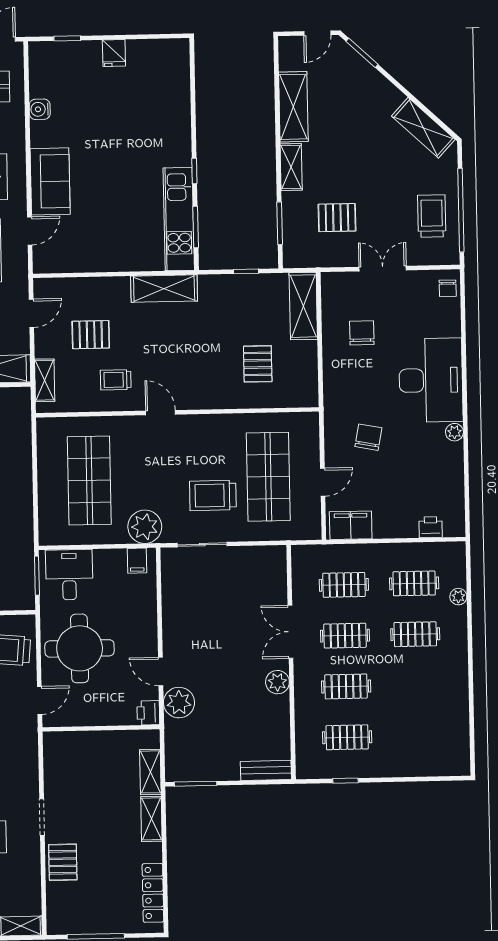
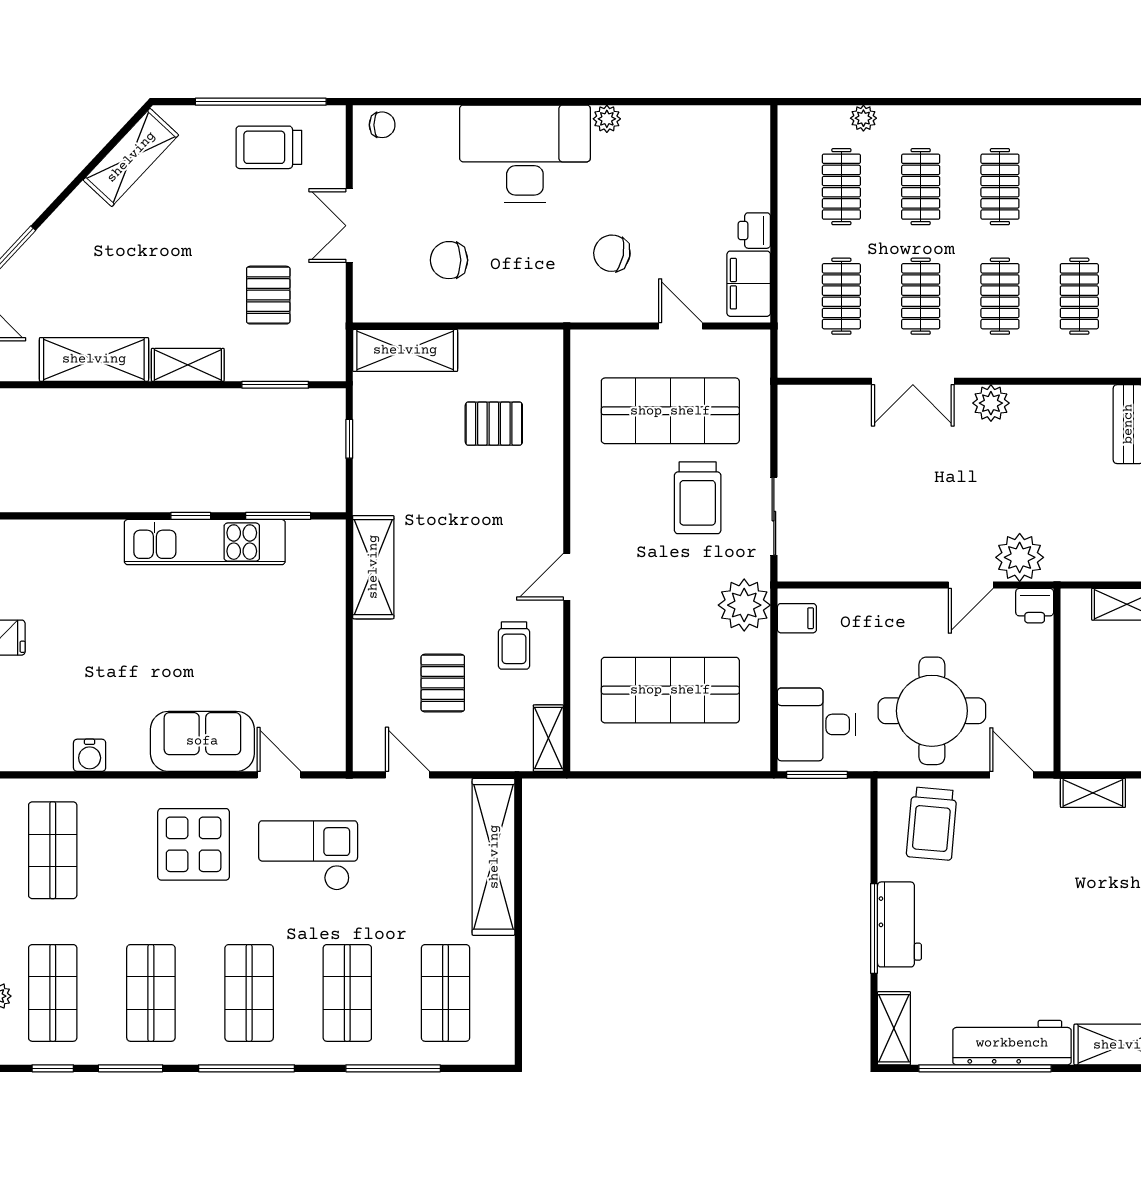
kitchen unit: (179, 219) -> (205, 542), moved
shelving: (45, 380) -> (548, 738), moved, turned 90
printer: (431, 527) -> (754, 231), moved
clothes rail: (416, 685) -> (1000, 187), added
shelving: (29, 753) -> (1093, 793), added

